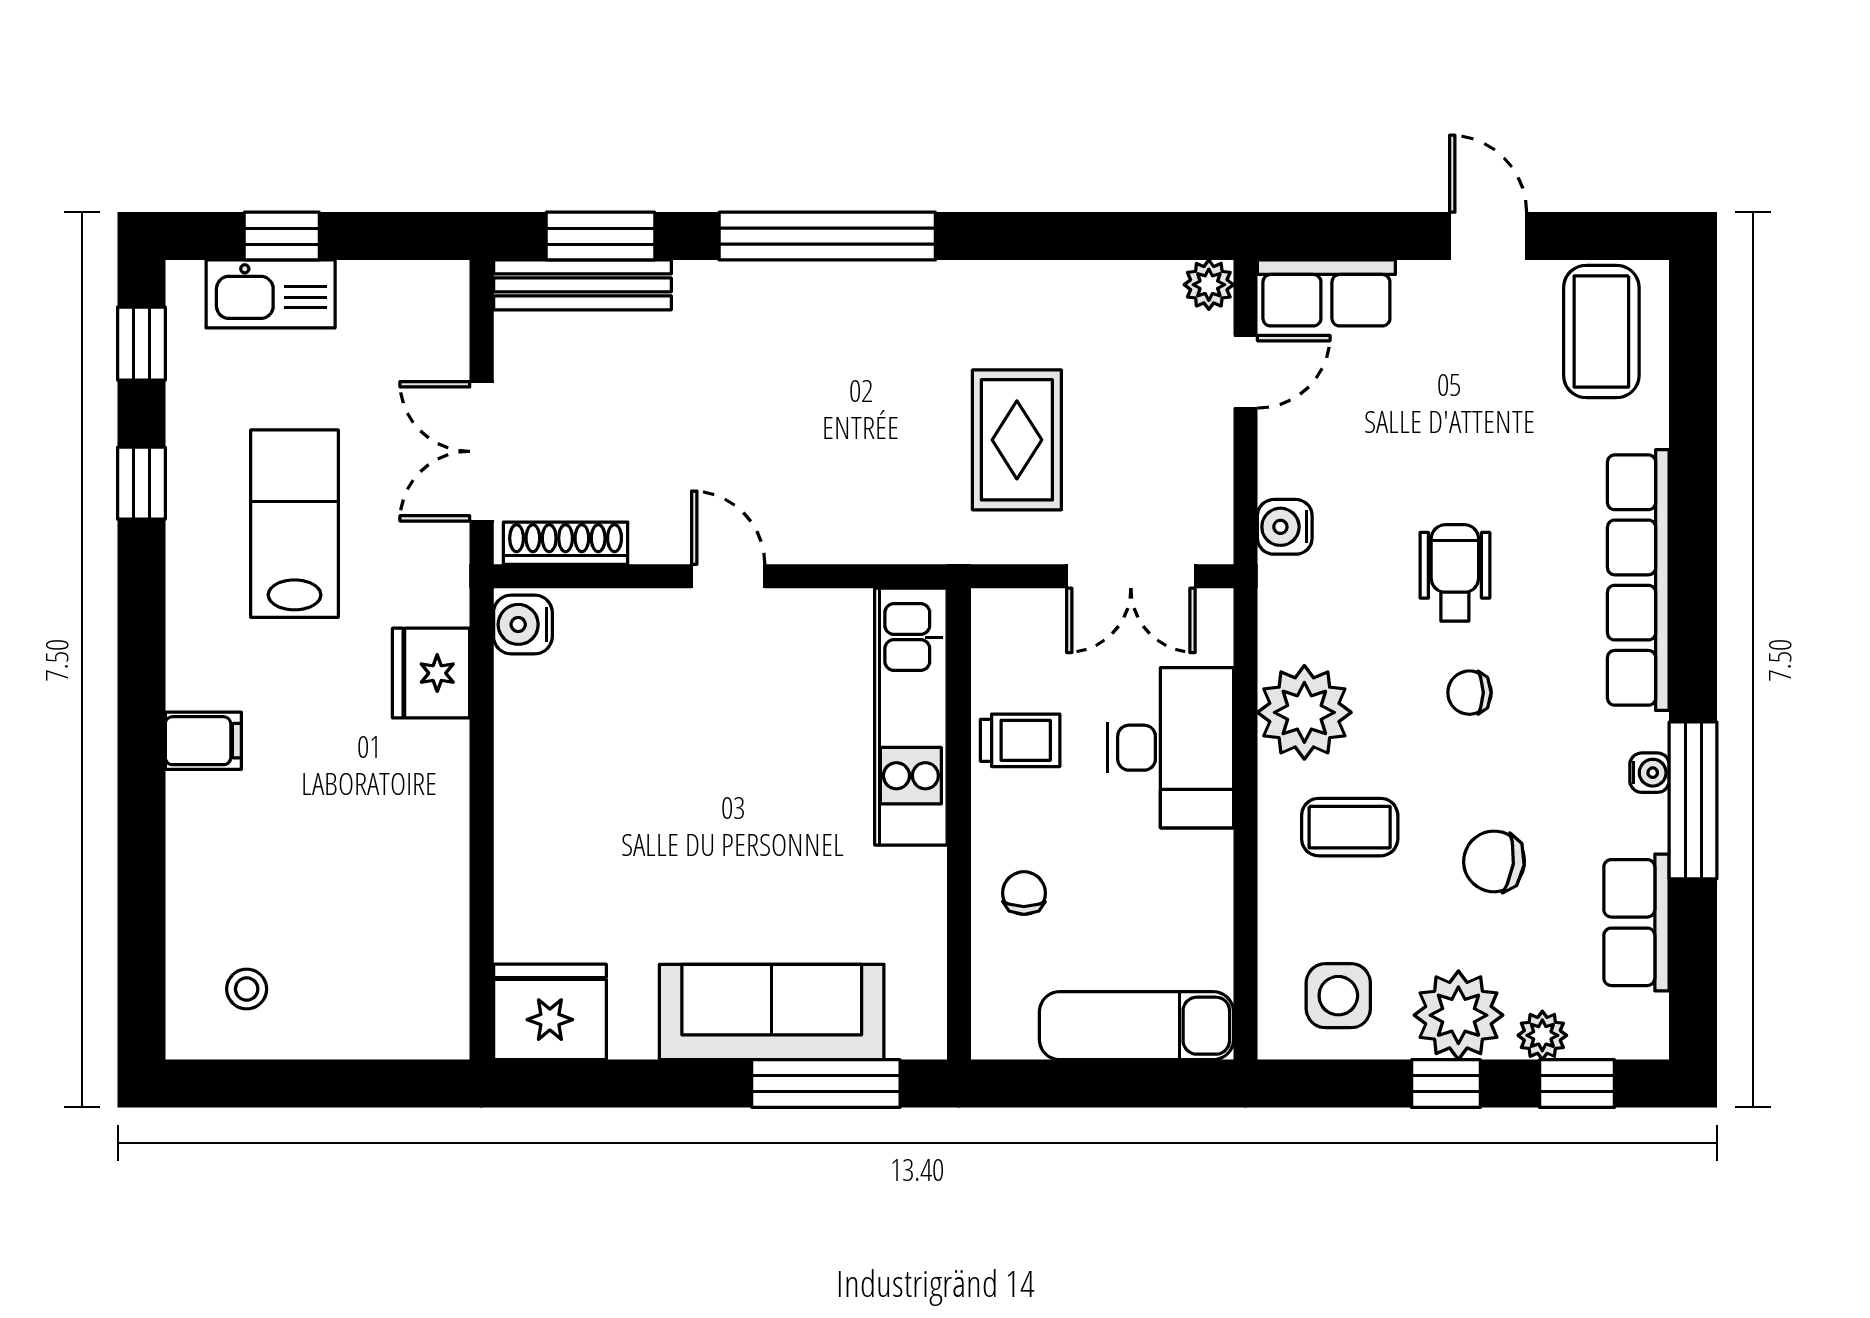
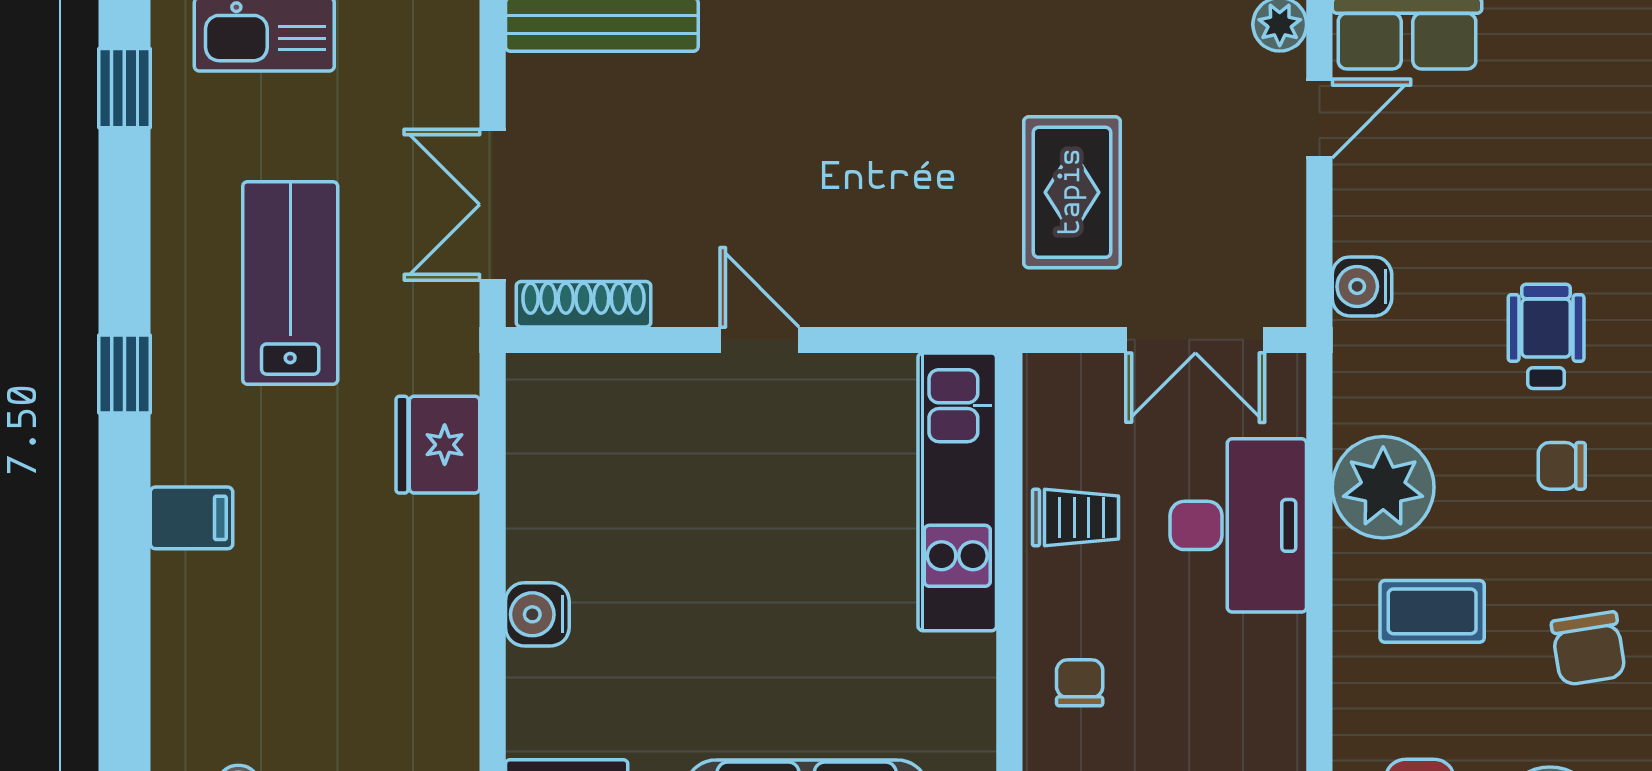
window: (141, 483) -> (124, 374), moved
water cooler: (523, 624) -> (537, 614), moved
chair: (1494, 861) -> (1588, 649), turned -106

